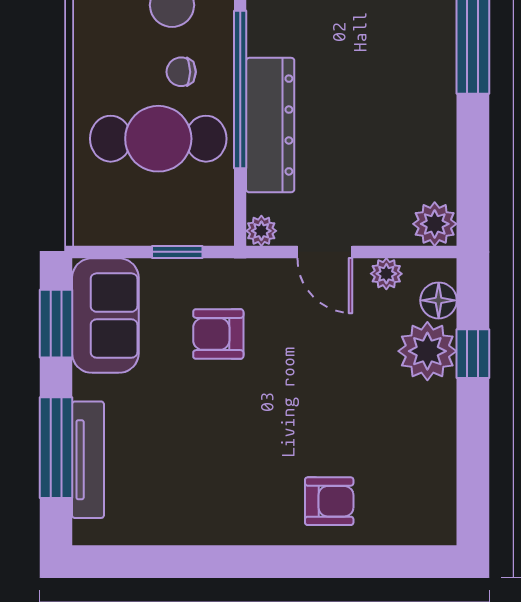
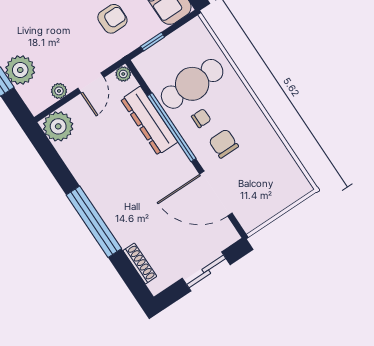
plant: (435, 224) -> (58, 126), width x1.36, depth x1.36
door: (325, 252) -> (91, 83), swing flipped
floor lamp: (439, 300) -> (30, 94), removed

